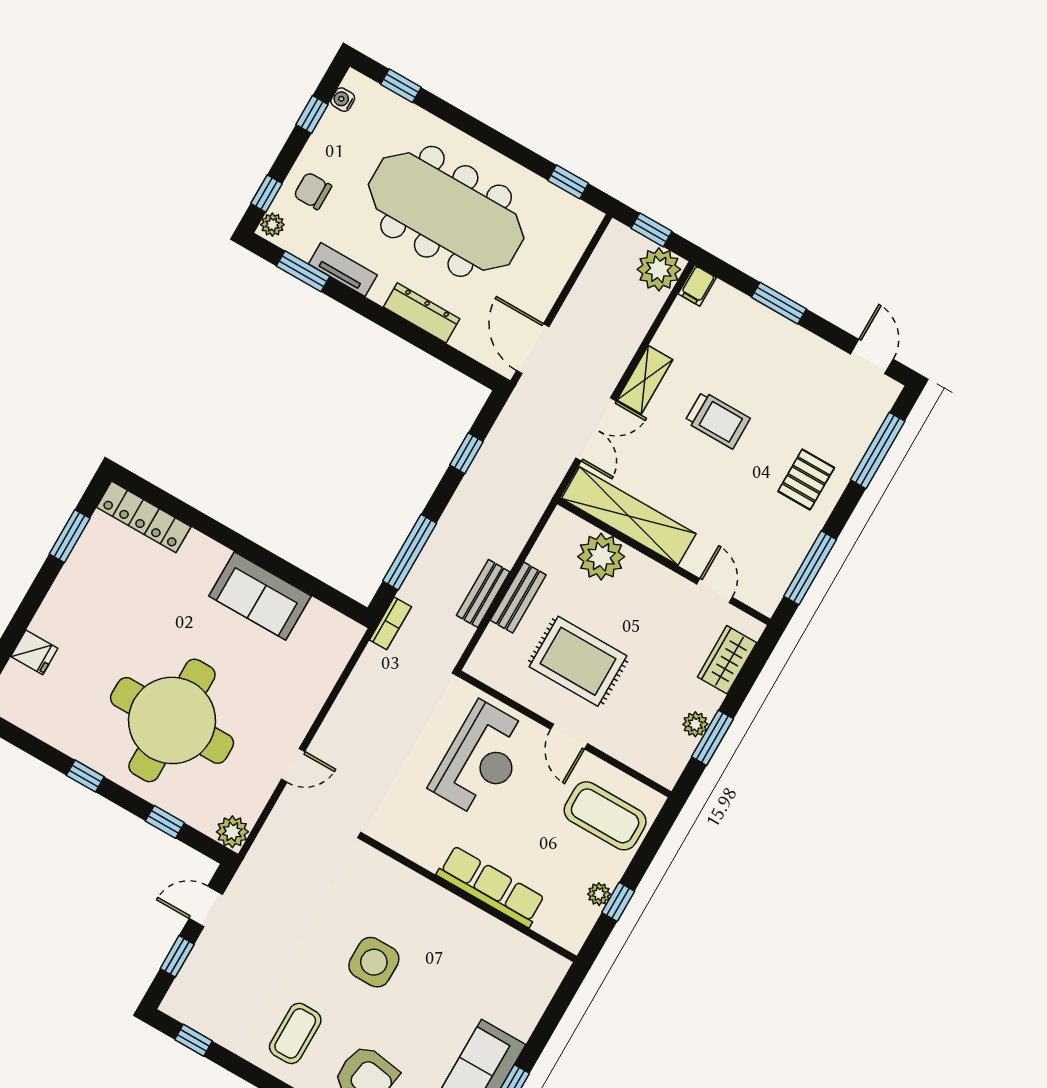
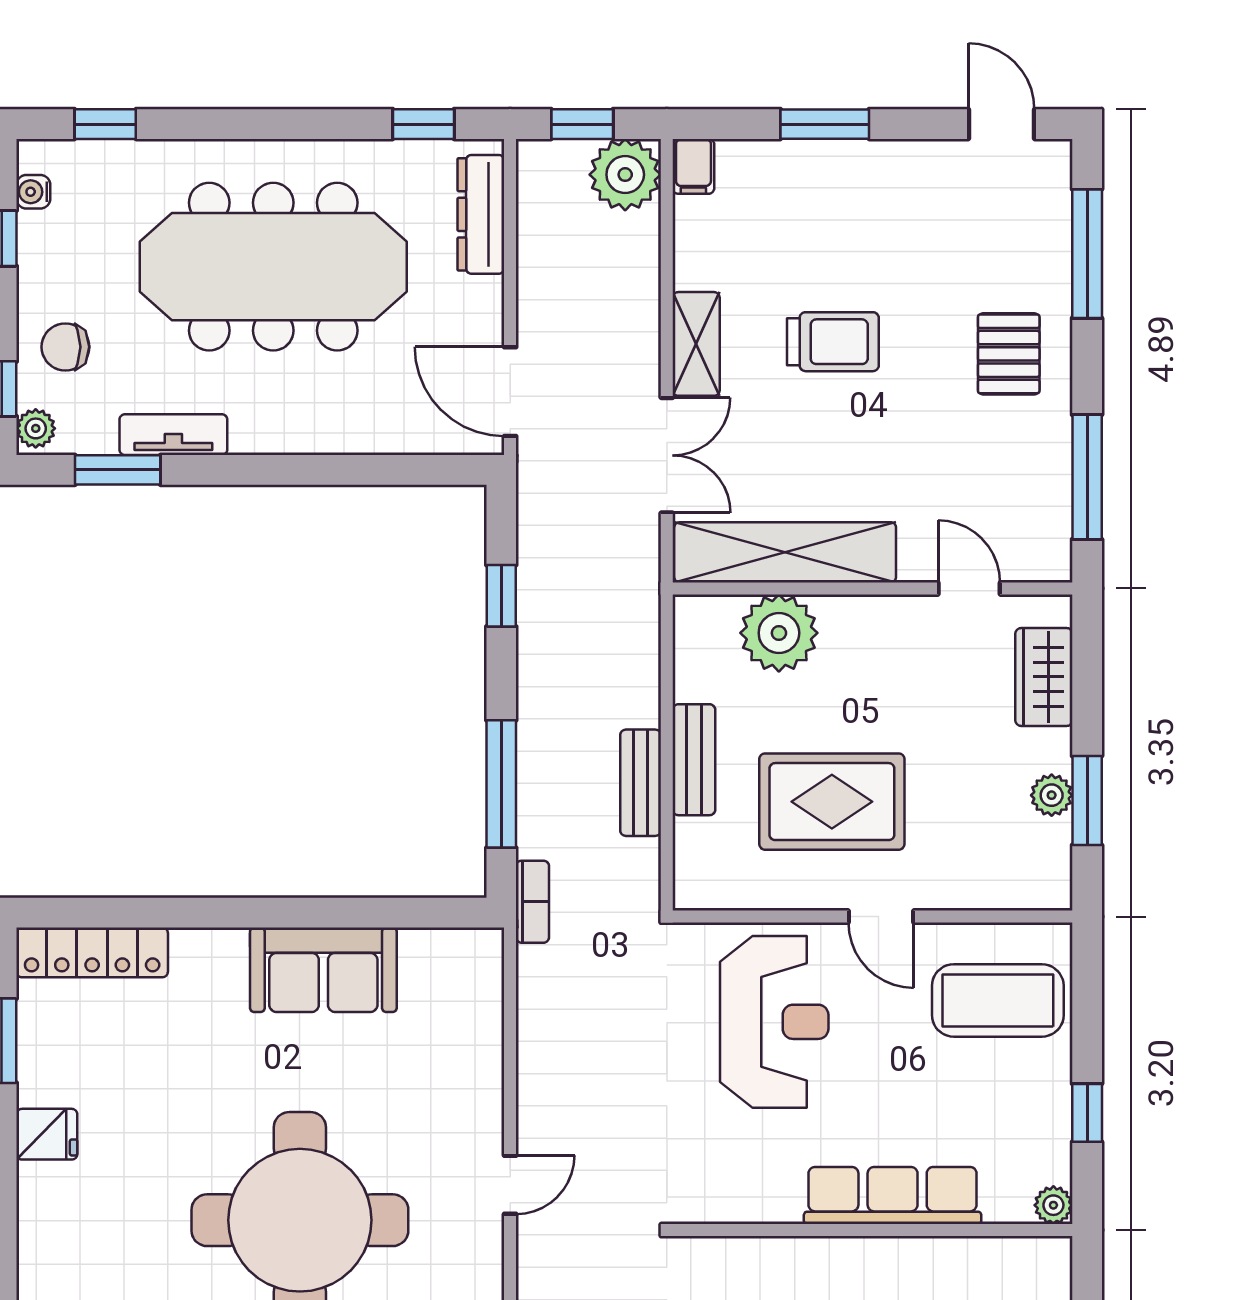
dresser: (422, 313) -> (481, 214), moved, turned -90
fridge: (34, 652) -> (47, 1134), moved
plant: (599, 894) -> (1053, 1205), moved

